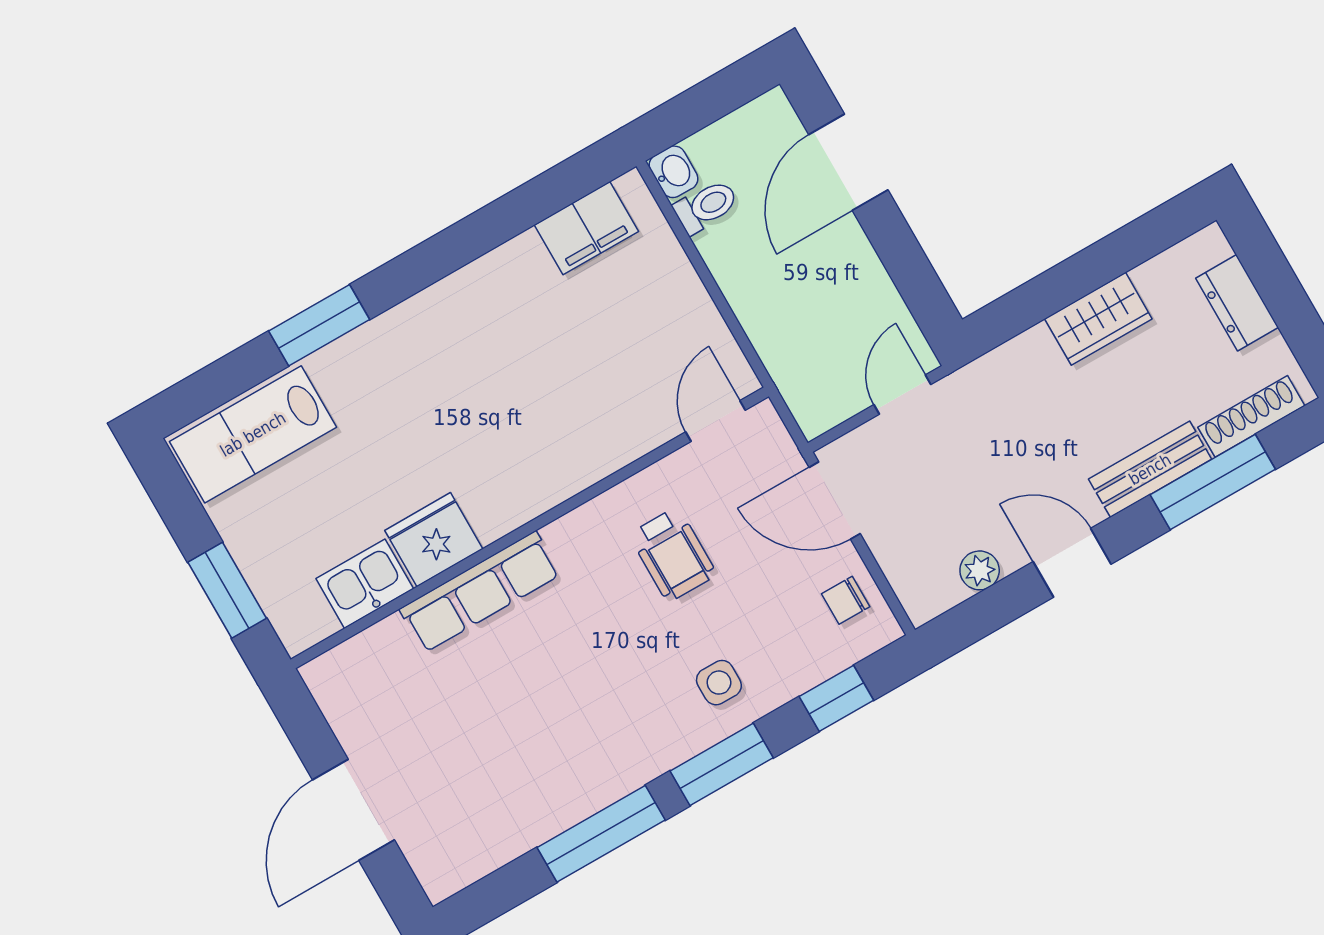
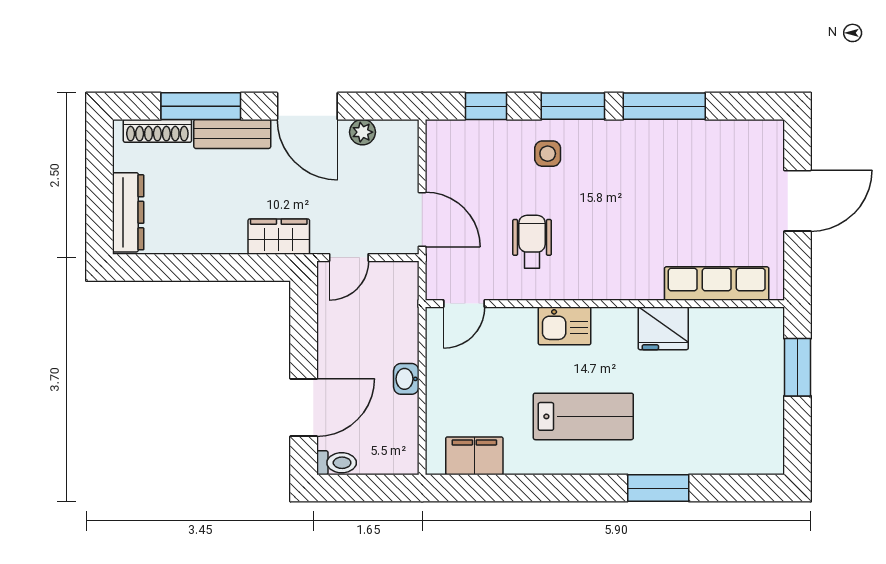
washbasin: (674, 172) -> (406, 379), moved
toilet: (706, 206) -> (337, 463), moved, turned 180
dresser: (1237, 303) -> (128, 212), width x1.44
wardrobe: (1098, 319) -> (279, 237), moved
lab bench: (253, 434) -> (583, 416), moved
door: (1072, 563) -> (307, 106), width x1.38
kitchen sink: (365, 584) -> (565, 326), moved
row of seats: (480, 592) -> (717, 284), moved
chair: (846, 600) -> (449, 159), removed

